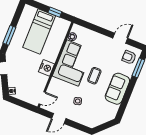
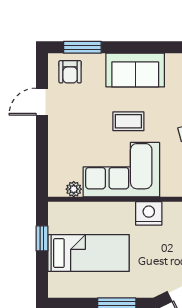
door: (120, 38) -> (42, 102), hinge flipped

